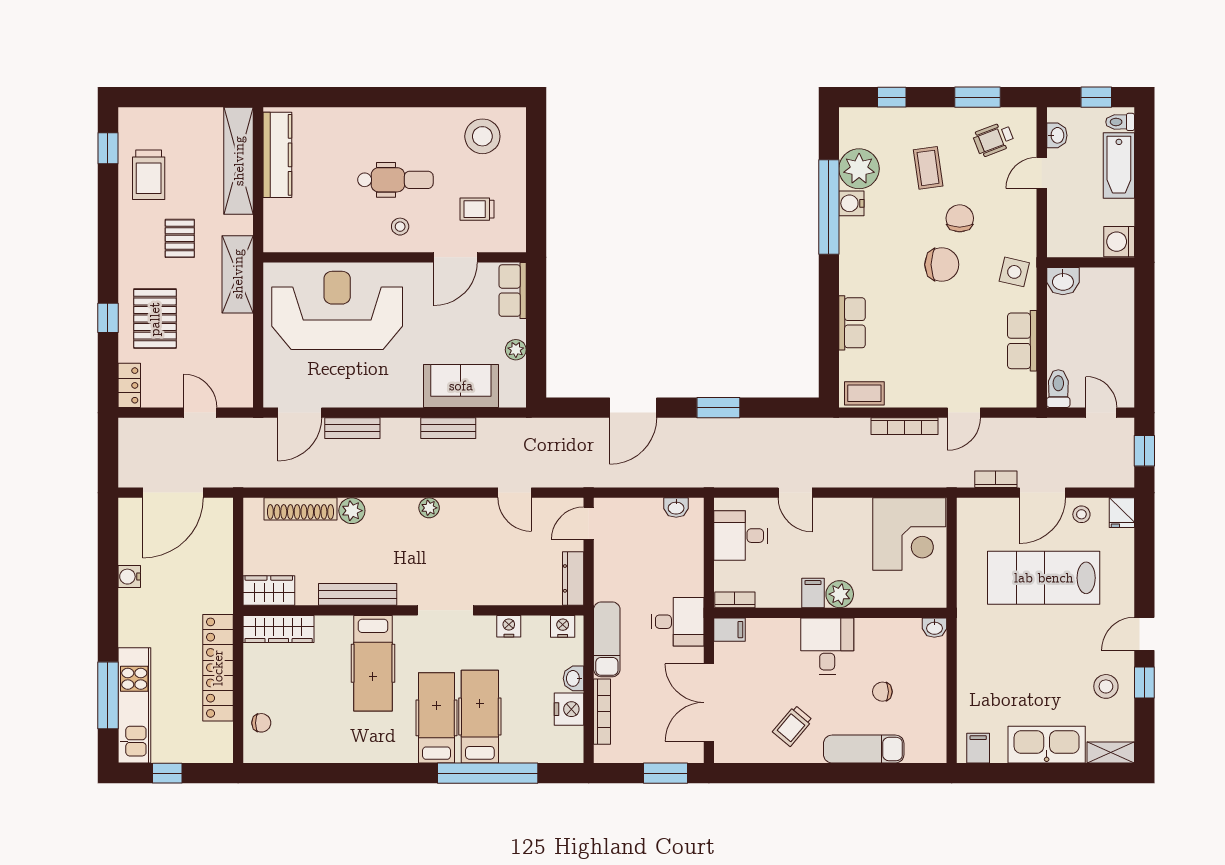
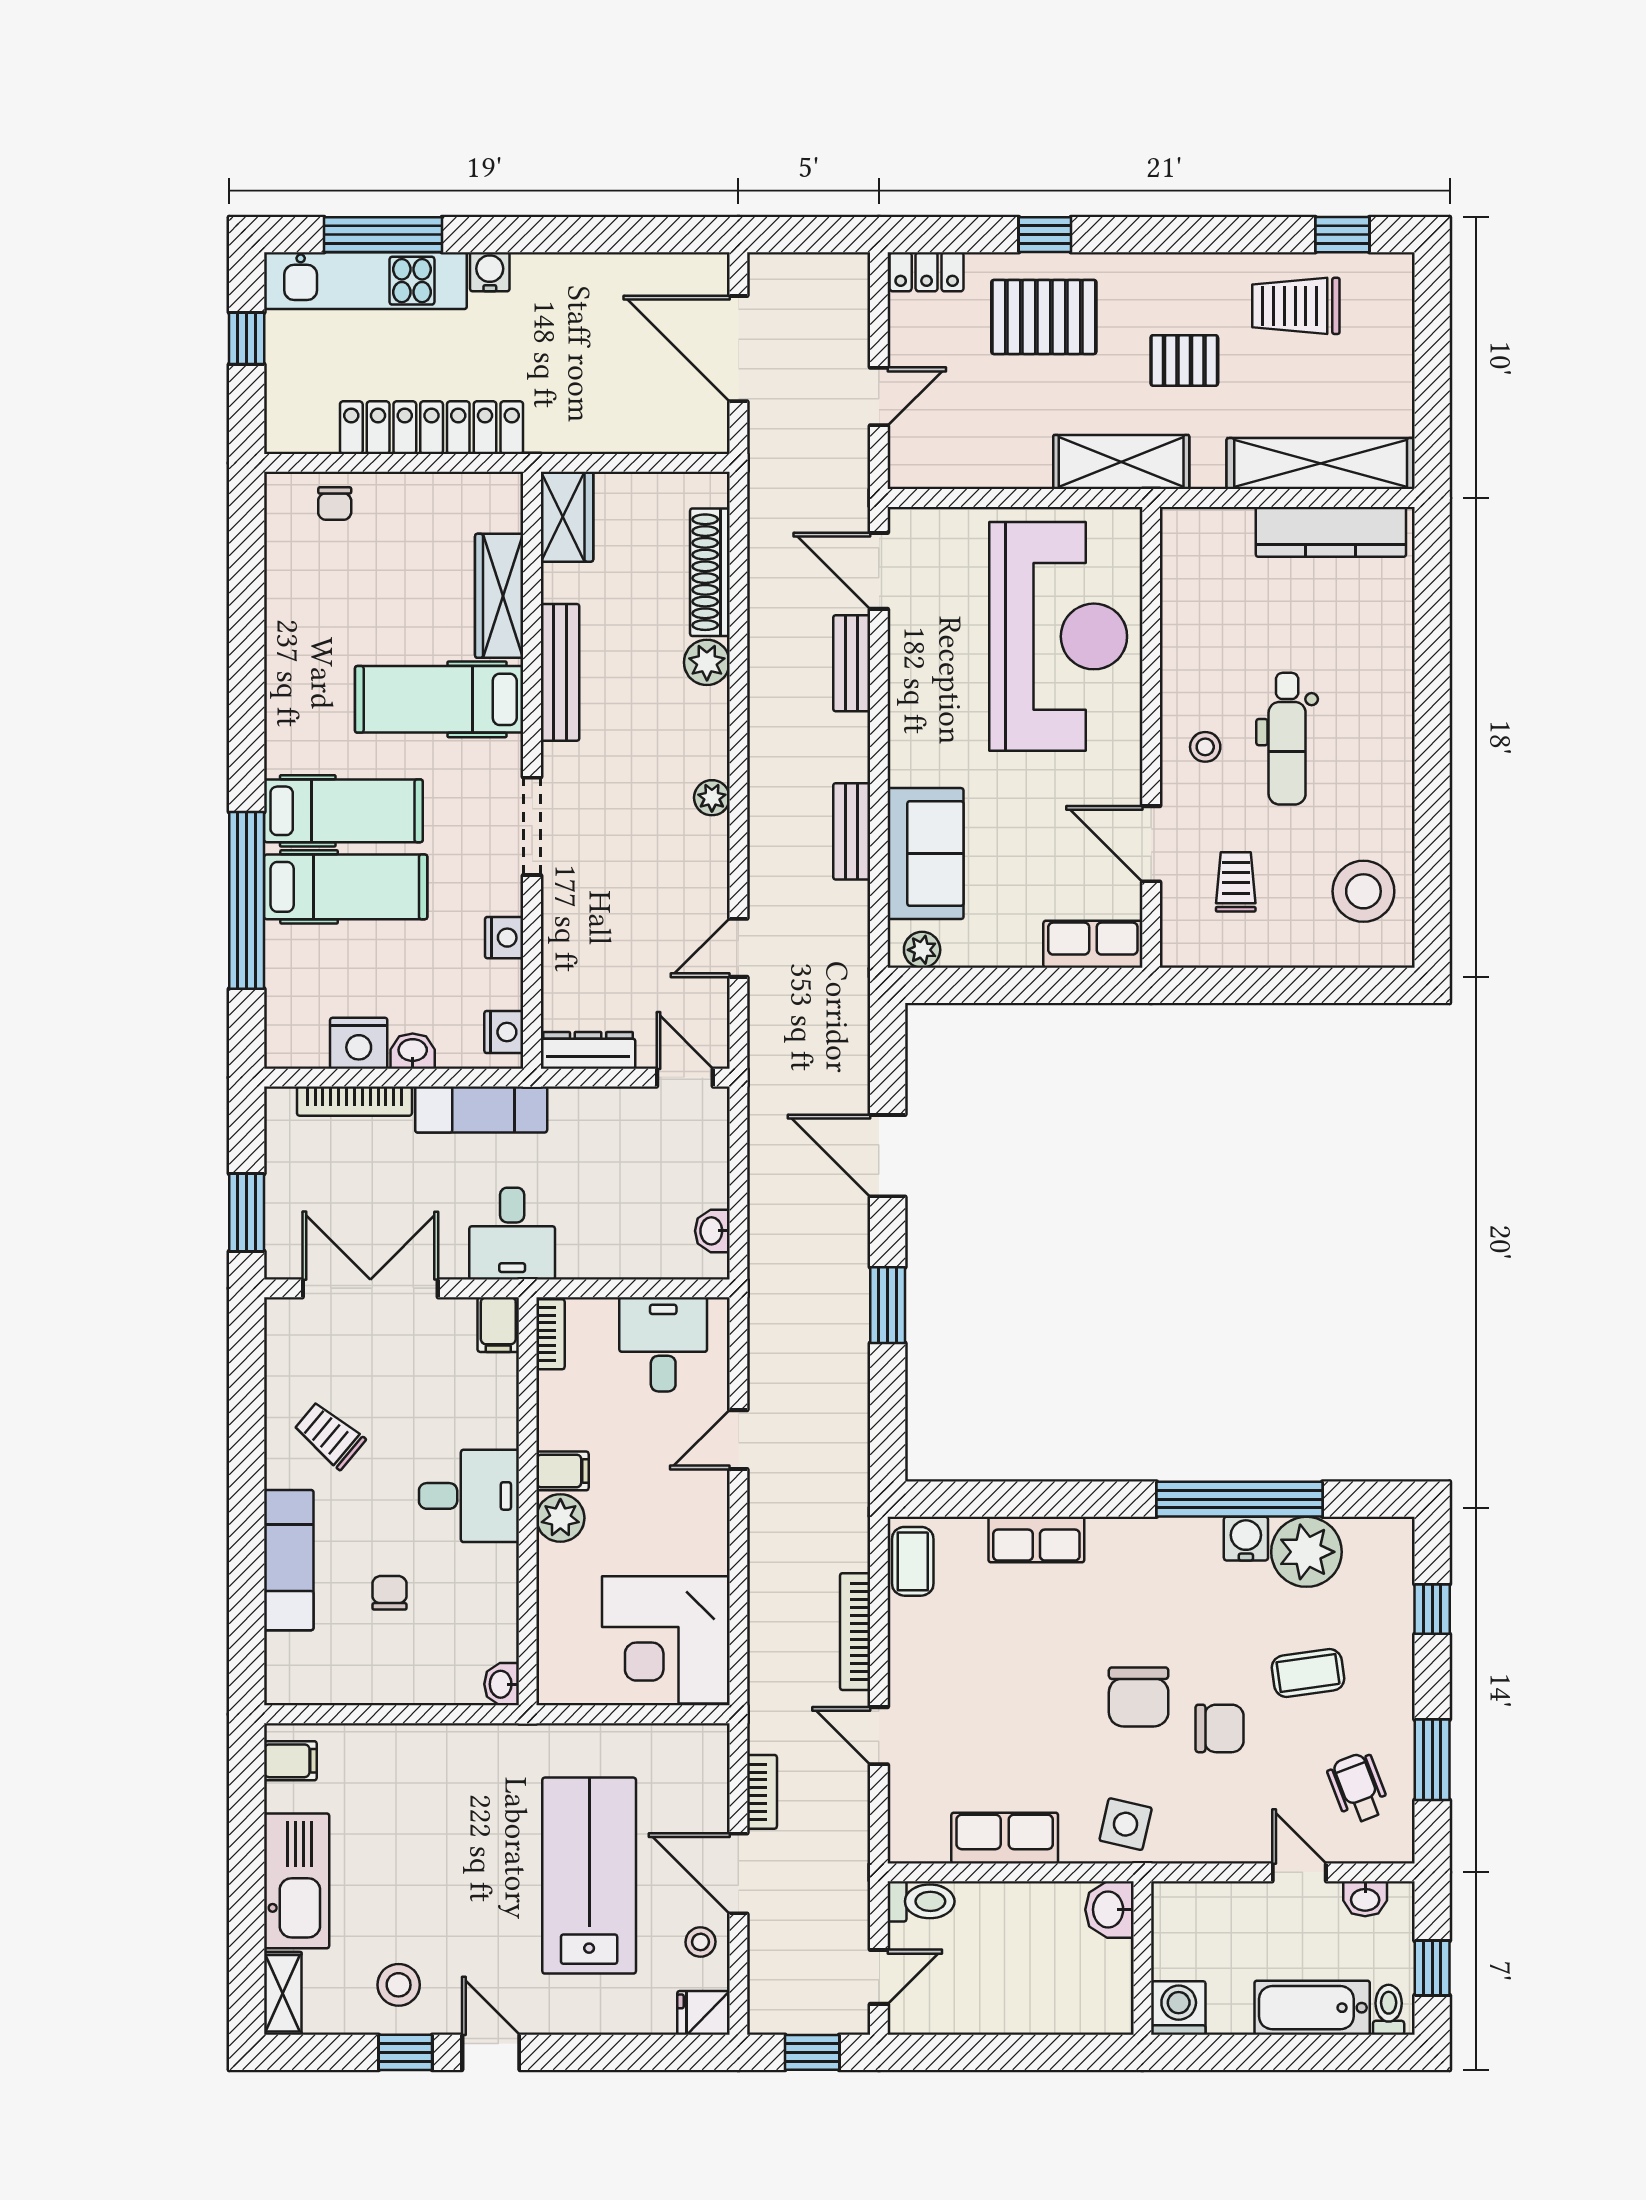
plant: (516, 350) -> (922, 950), moved
water cooler: (129, 577) -> (490, 272), moved
wardrobe: (279, 629) -> (499, 596), moved

